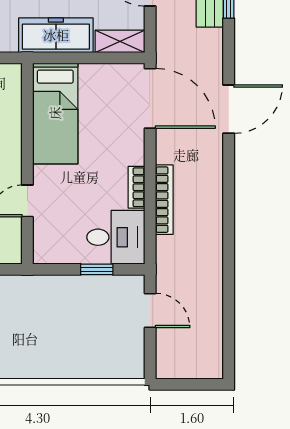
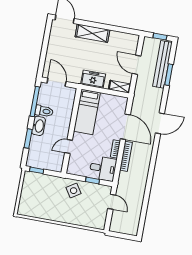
freezer: (56, 35) -> (93, 79), width x0.71
door: (150, 98) -> (125, 127), moved
side table: (57, 301) -> (74, 191), added

